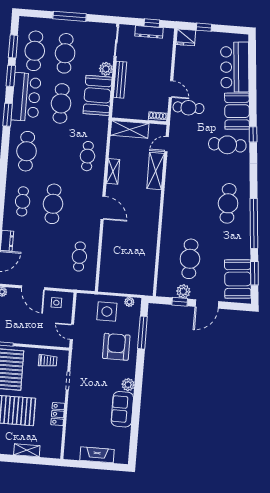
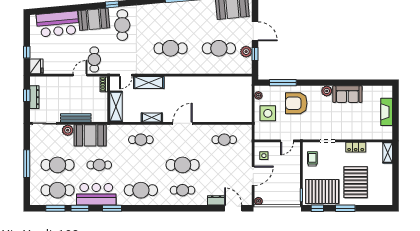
cafe table: (61, 103) -> (99, 165), width x0.73, depth x0.74
door: (167, 144) -> (126, 75), hinge flipped
cafe table: (228, 203) -> (171, 48), moved
shelving: (27, 450) -> (388, 153), moved

